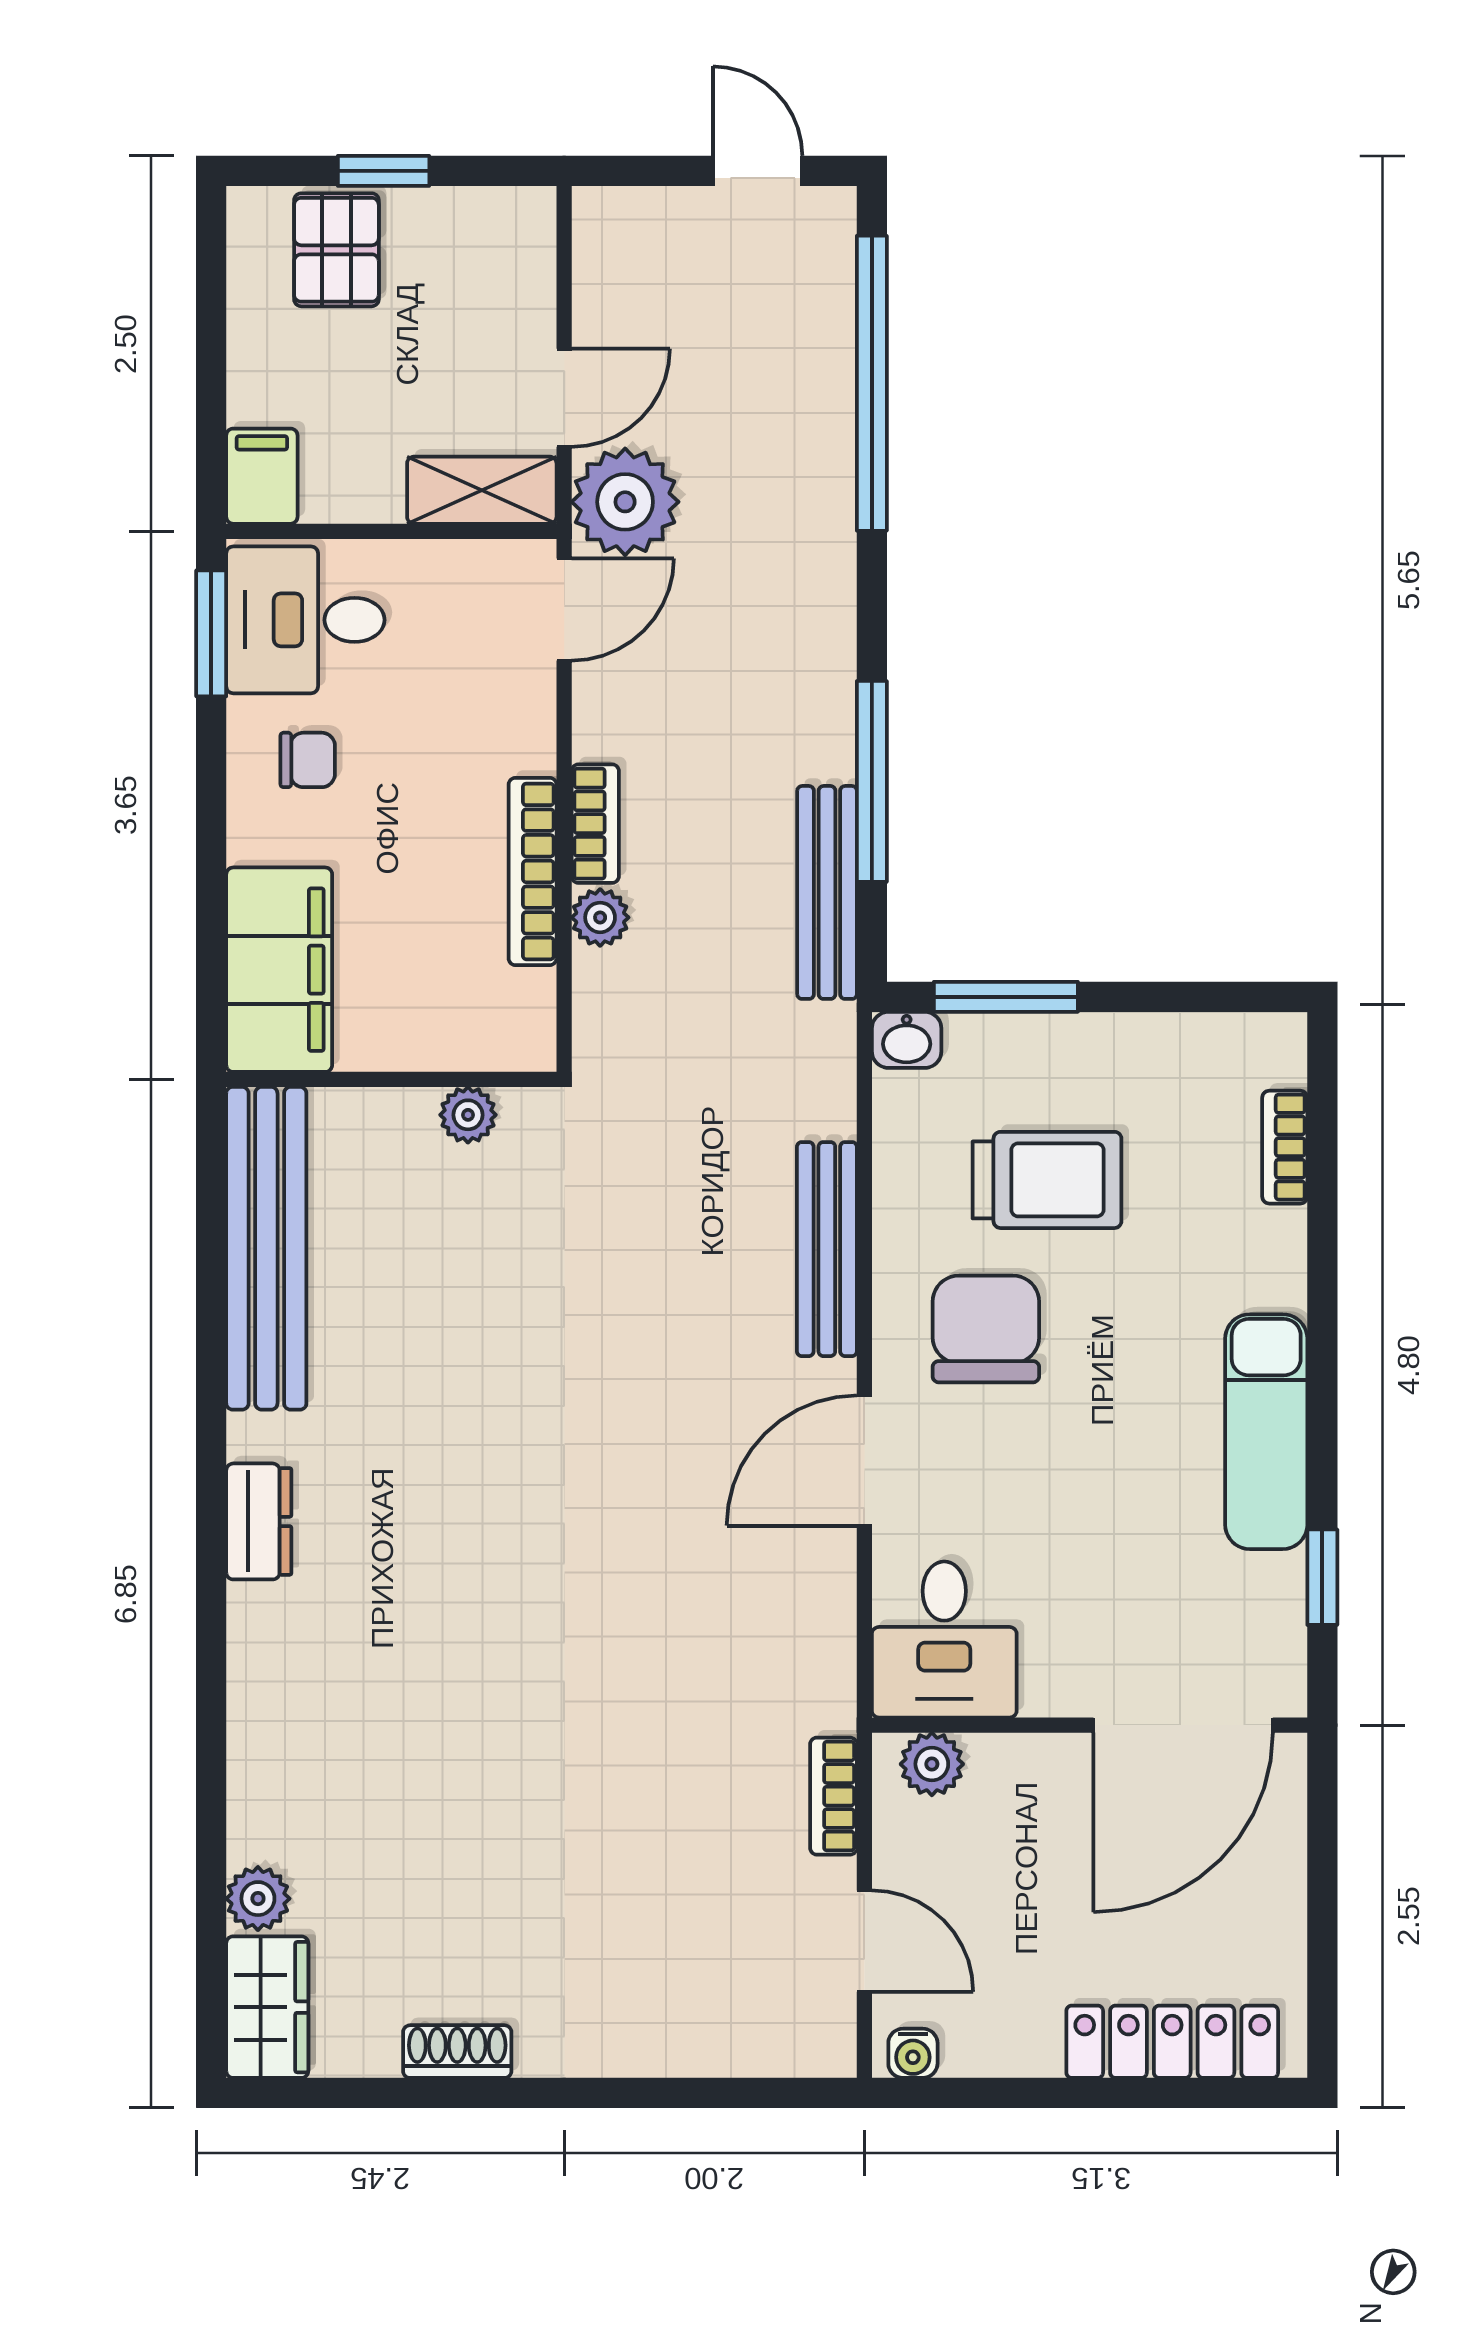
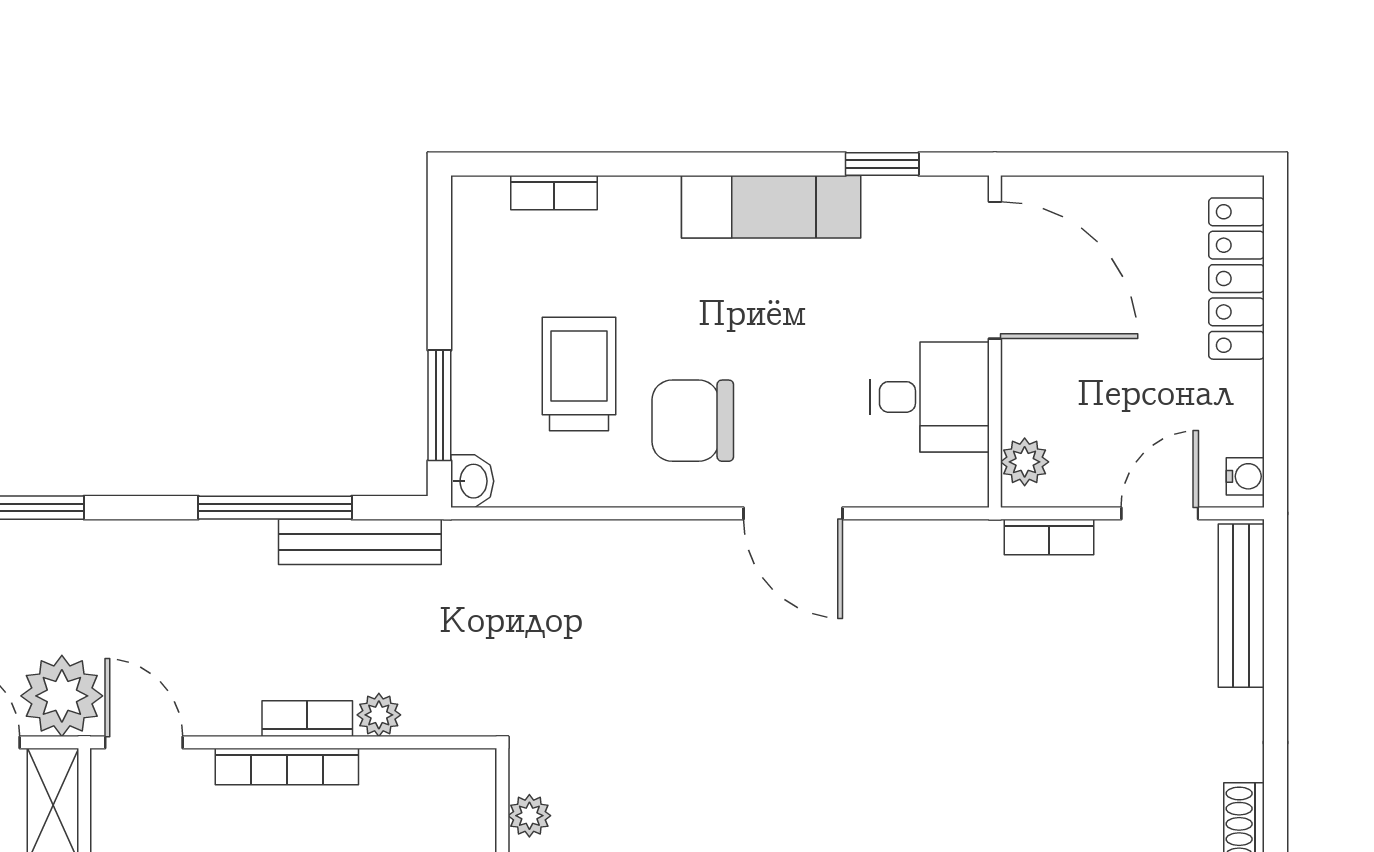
bookcase: (533, 871) -> (287, 766), moved
bench: (827, 1249) -> (1241, 606), moved, turned 90
desk: (944, 1639) -> (930, 397), moved

